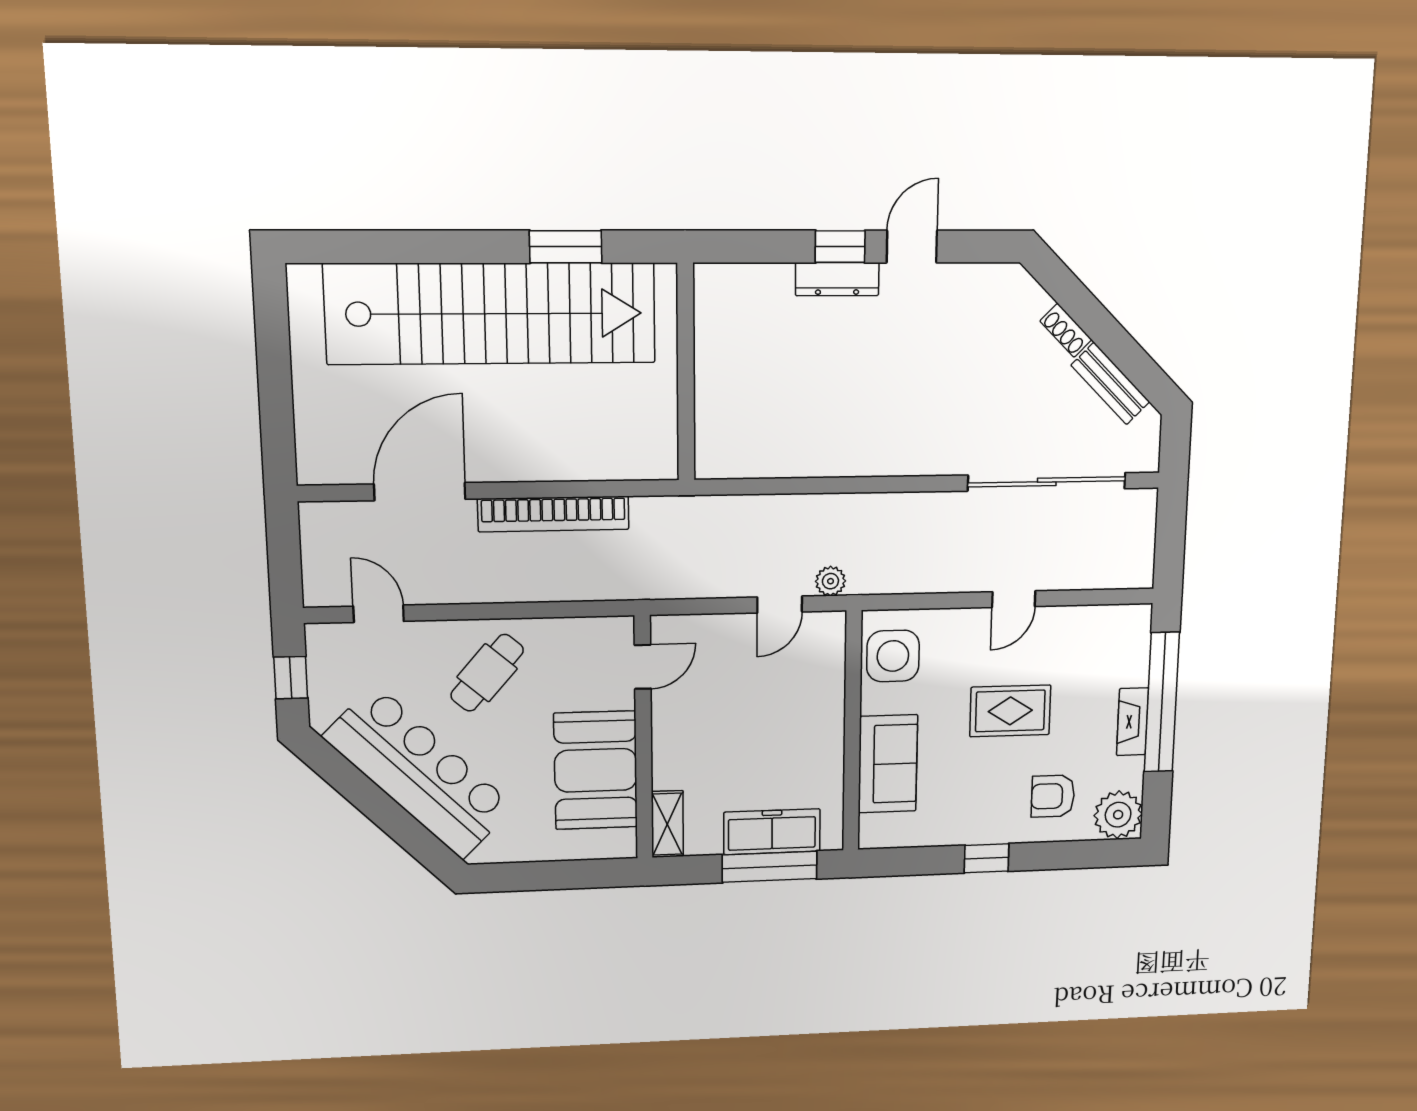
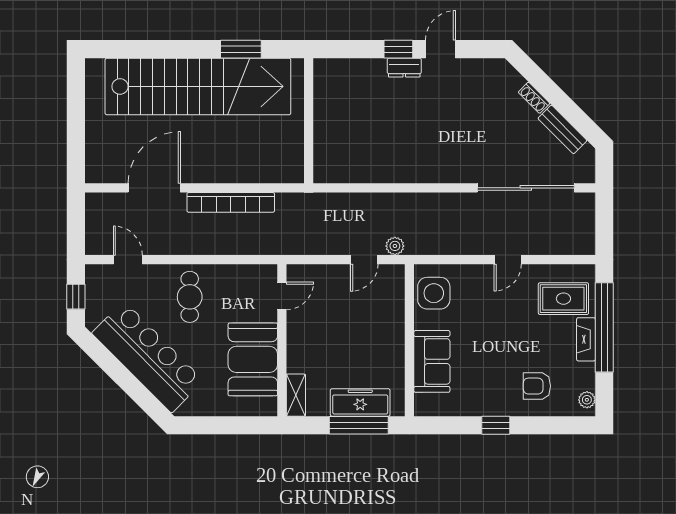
dresser: (837, 279) -> (404, 68), width x0.70
cafe table: (487, 673) -> (190, 297), turned -41
rug: (1010, 711) -> (563, 299), moved
plant: (1118, 815) -> (587, 400), width x0.53, depth x0.53

